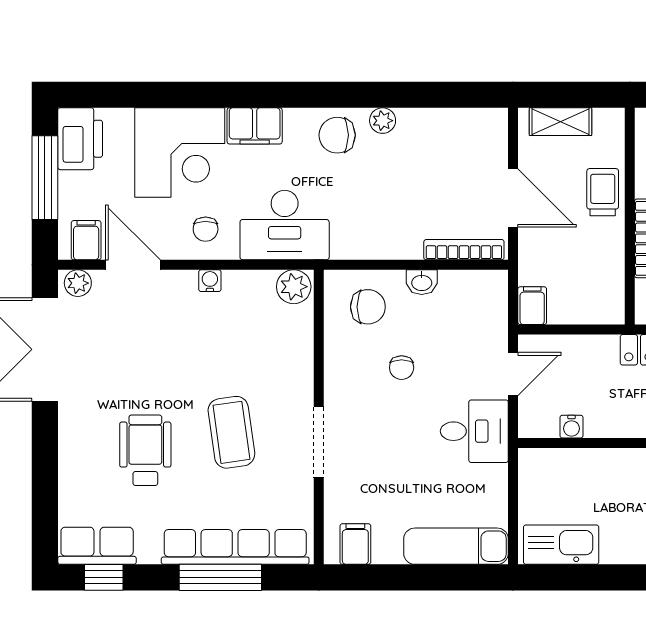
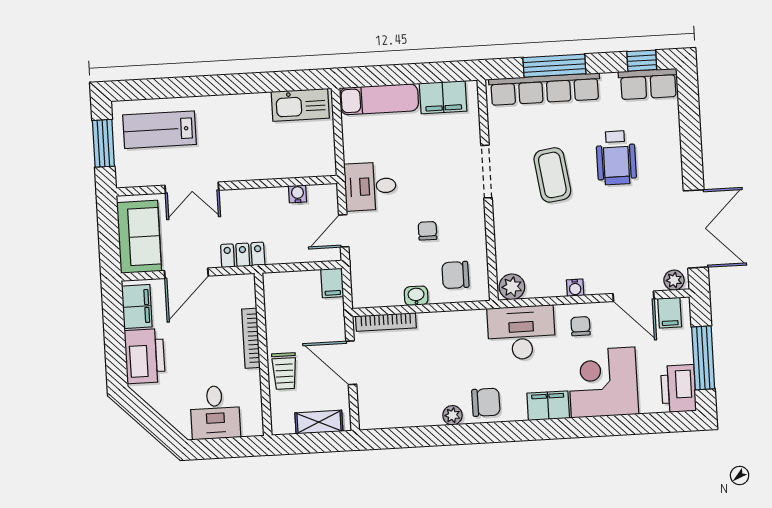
filing cabinet: (355, 544) -> (443, 97), width x2.00

